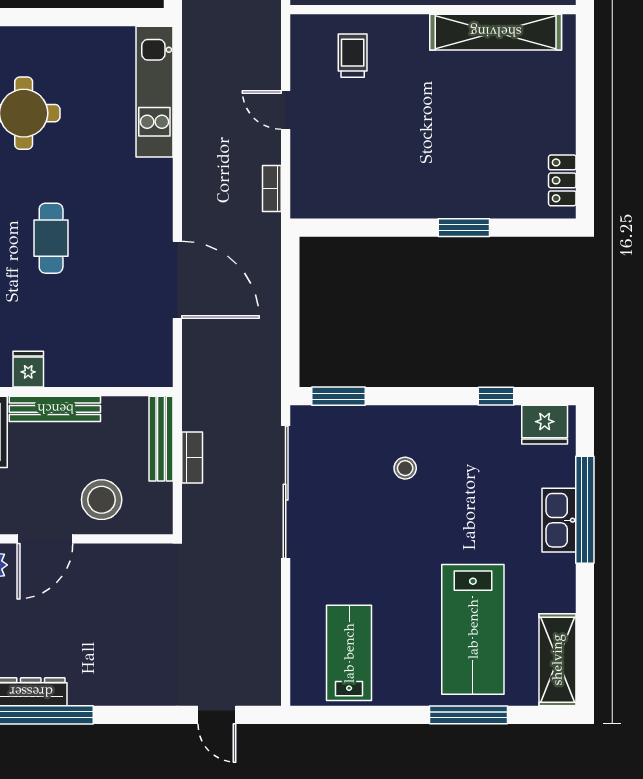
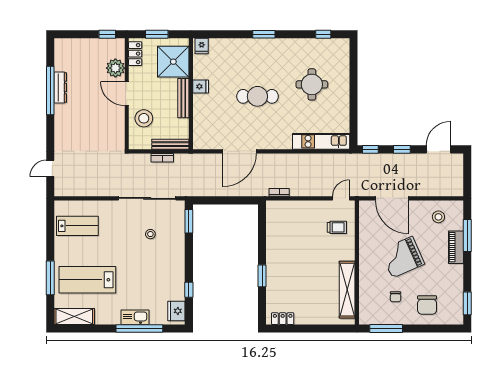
door: (286, 110) -> (341, 198), moved
cafe table: (51, 238) -> (257, 96), width x1.37, depth x1.35
stool: (405, 468) -> (150, 234), moved

